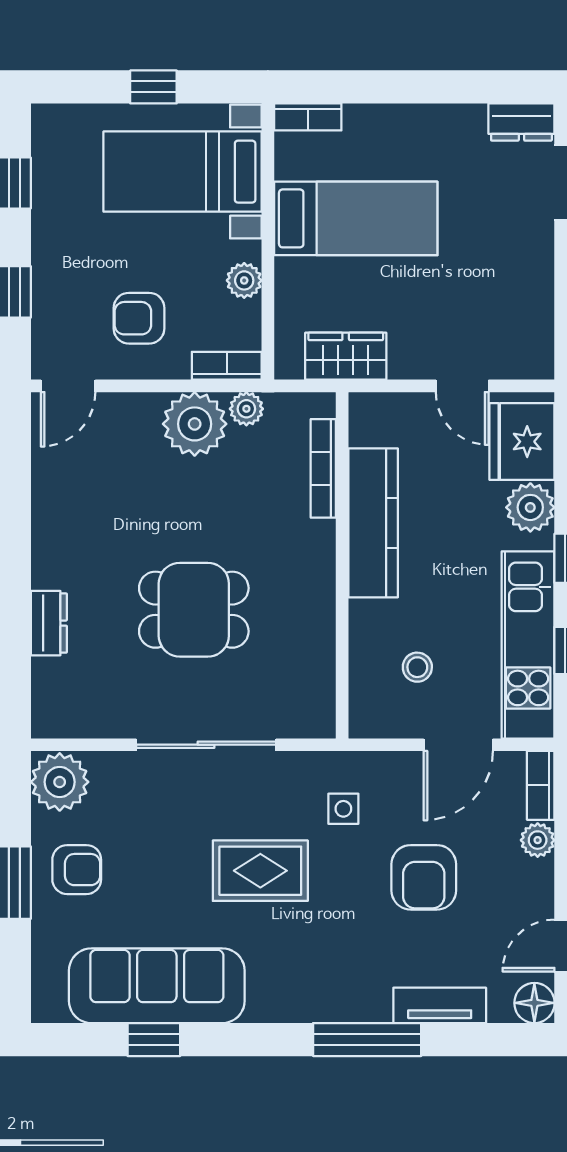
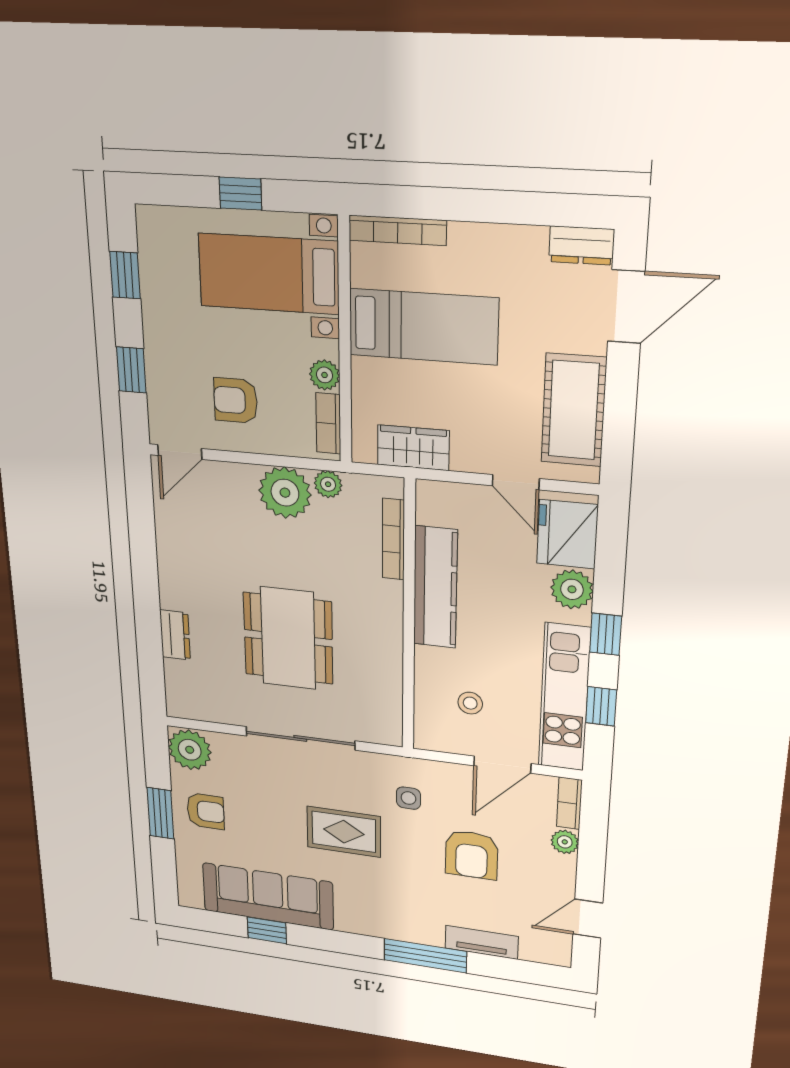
bookcase: (308, 117) -> (397, 230), width x1.56
cot: (522, 298) -> (574, 410), added
bookcase: (227, 366) -> (328, 423), moved, turned -90
dining table: (194, 610) -> (288, 638), width x1.38
floor lamp: (534, 1003) -> (556, 952), removed

